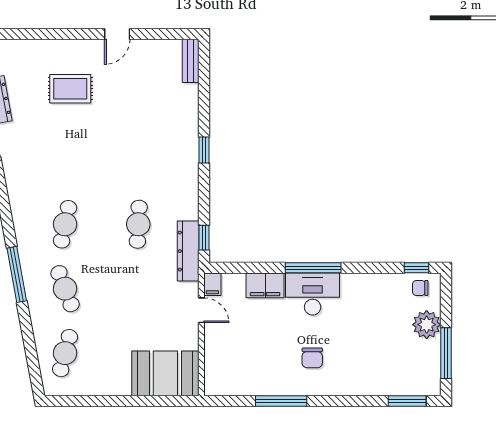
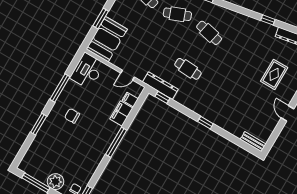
filing cabinet: (212, 284) -> (130, 100), moved
desk: (313, 294) -> (87, 71), moved, turned 180
window: (139, 401) -> (101, 18), added
window: (407, 401) -> (39, 124), moved

